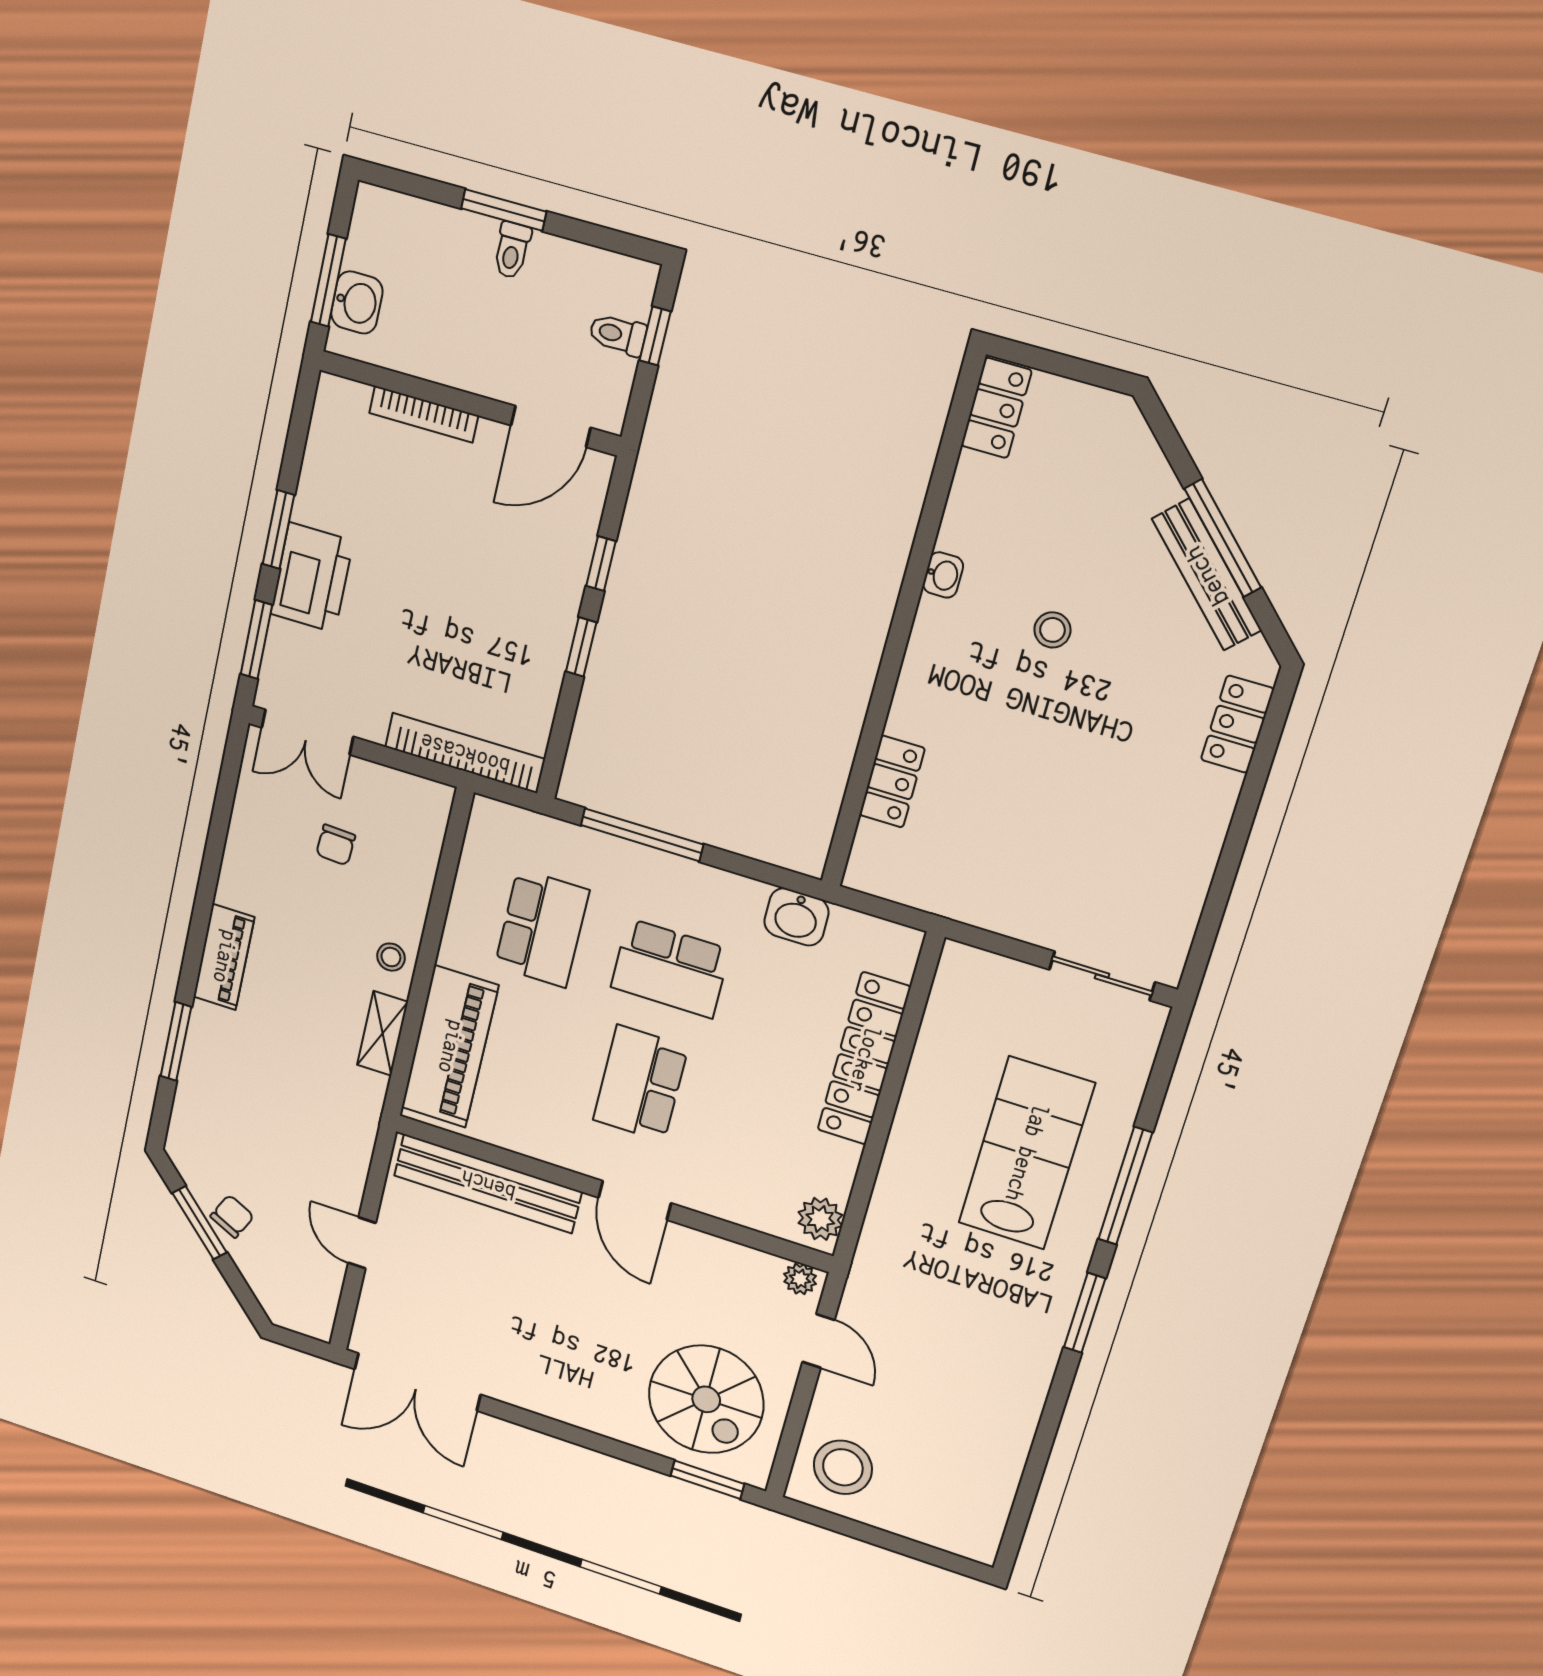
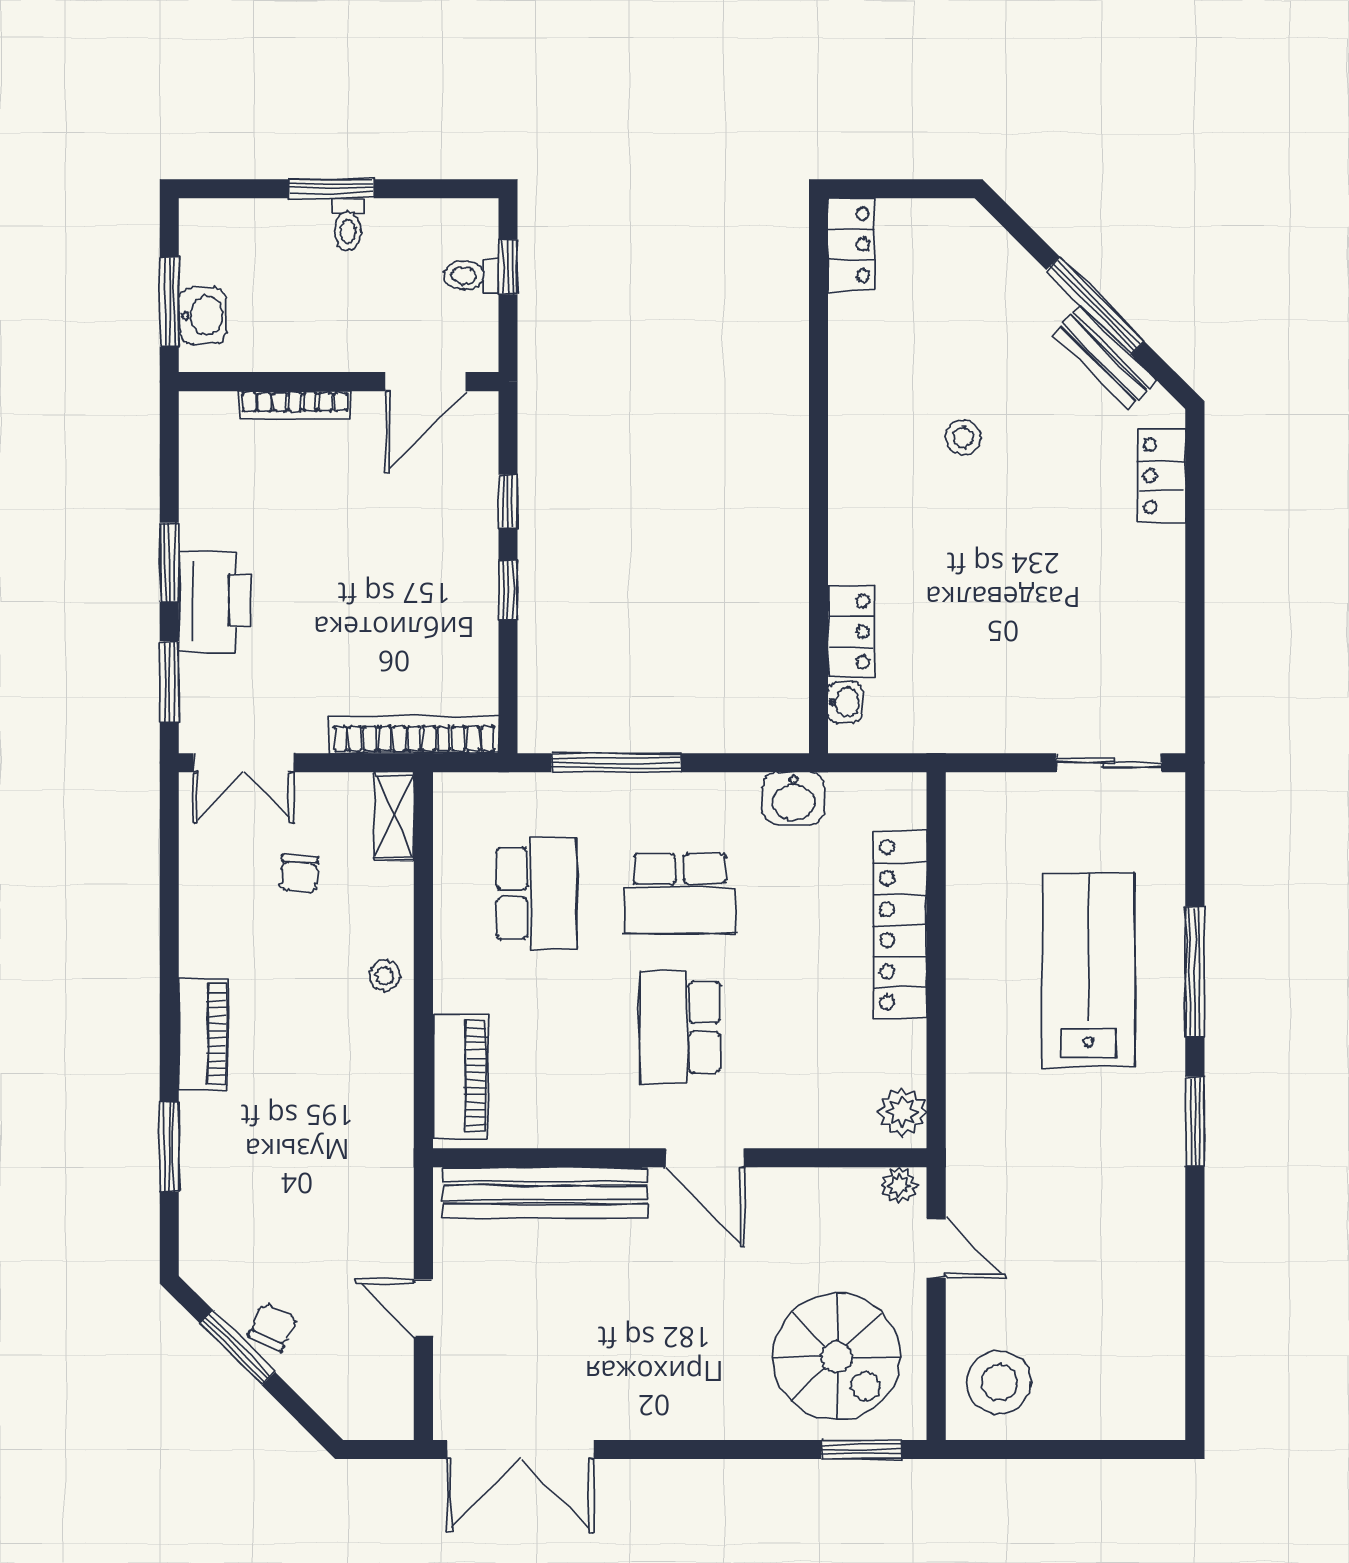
washbasin: (943, 575) -> (845, 702), moved
bench: (1207, 575) -> (1105, 357), width x0.73
shelving: (383, 1033) -> (394, 816), moved
piano: (450, 1047) -> (460, 1076), width x0.73, depth x0.75

